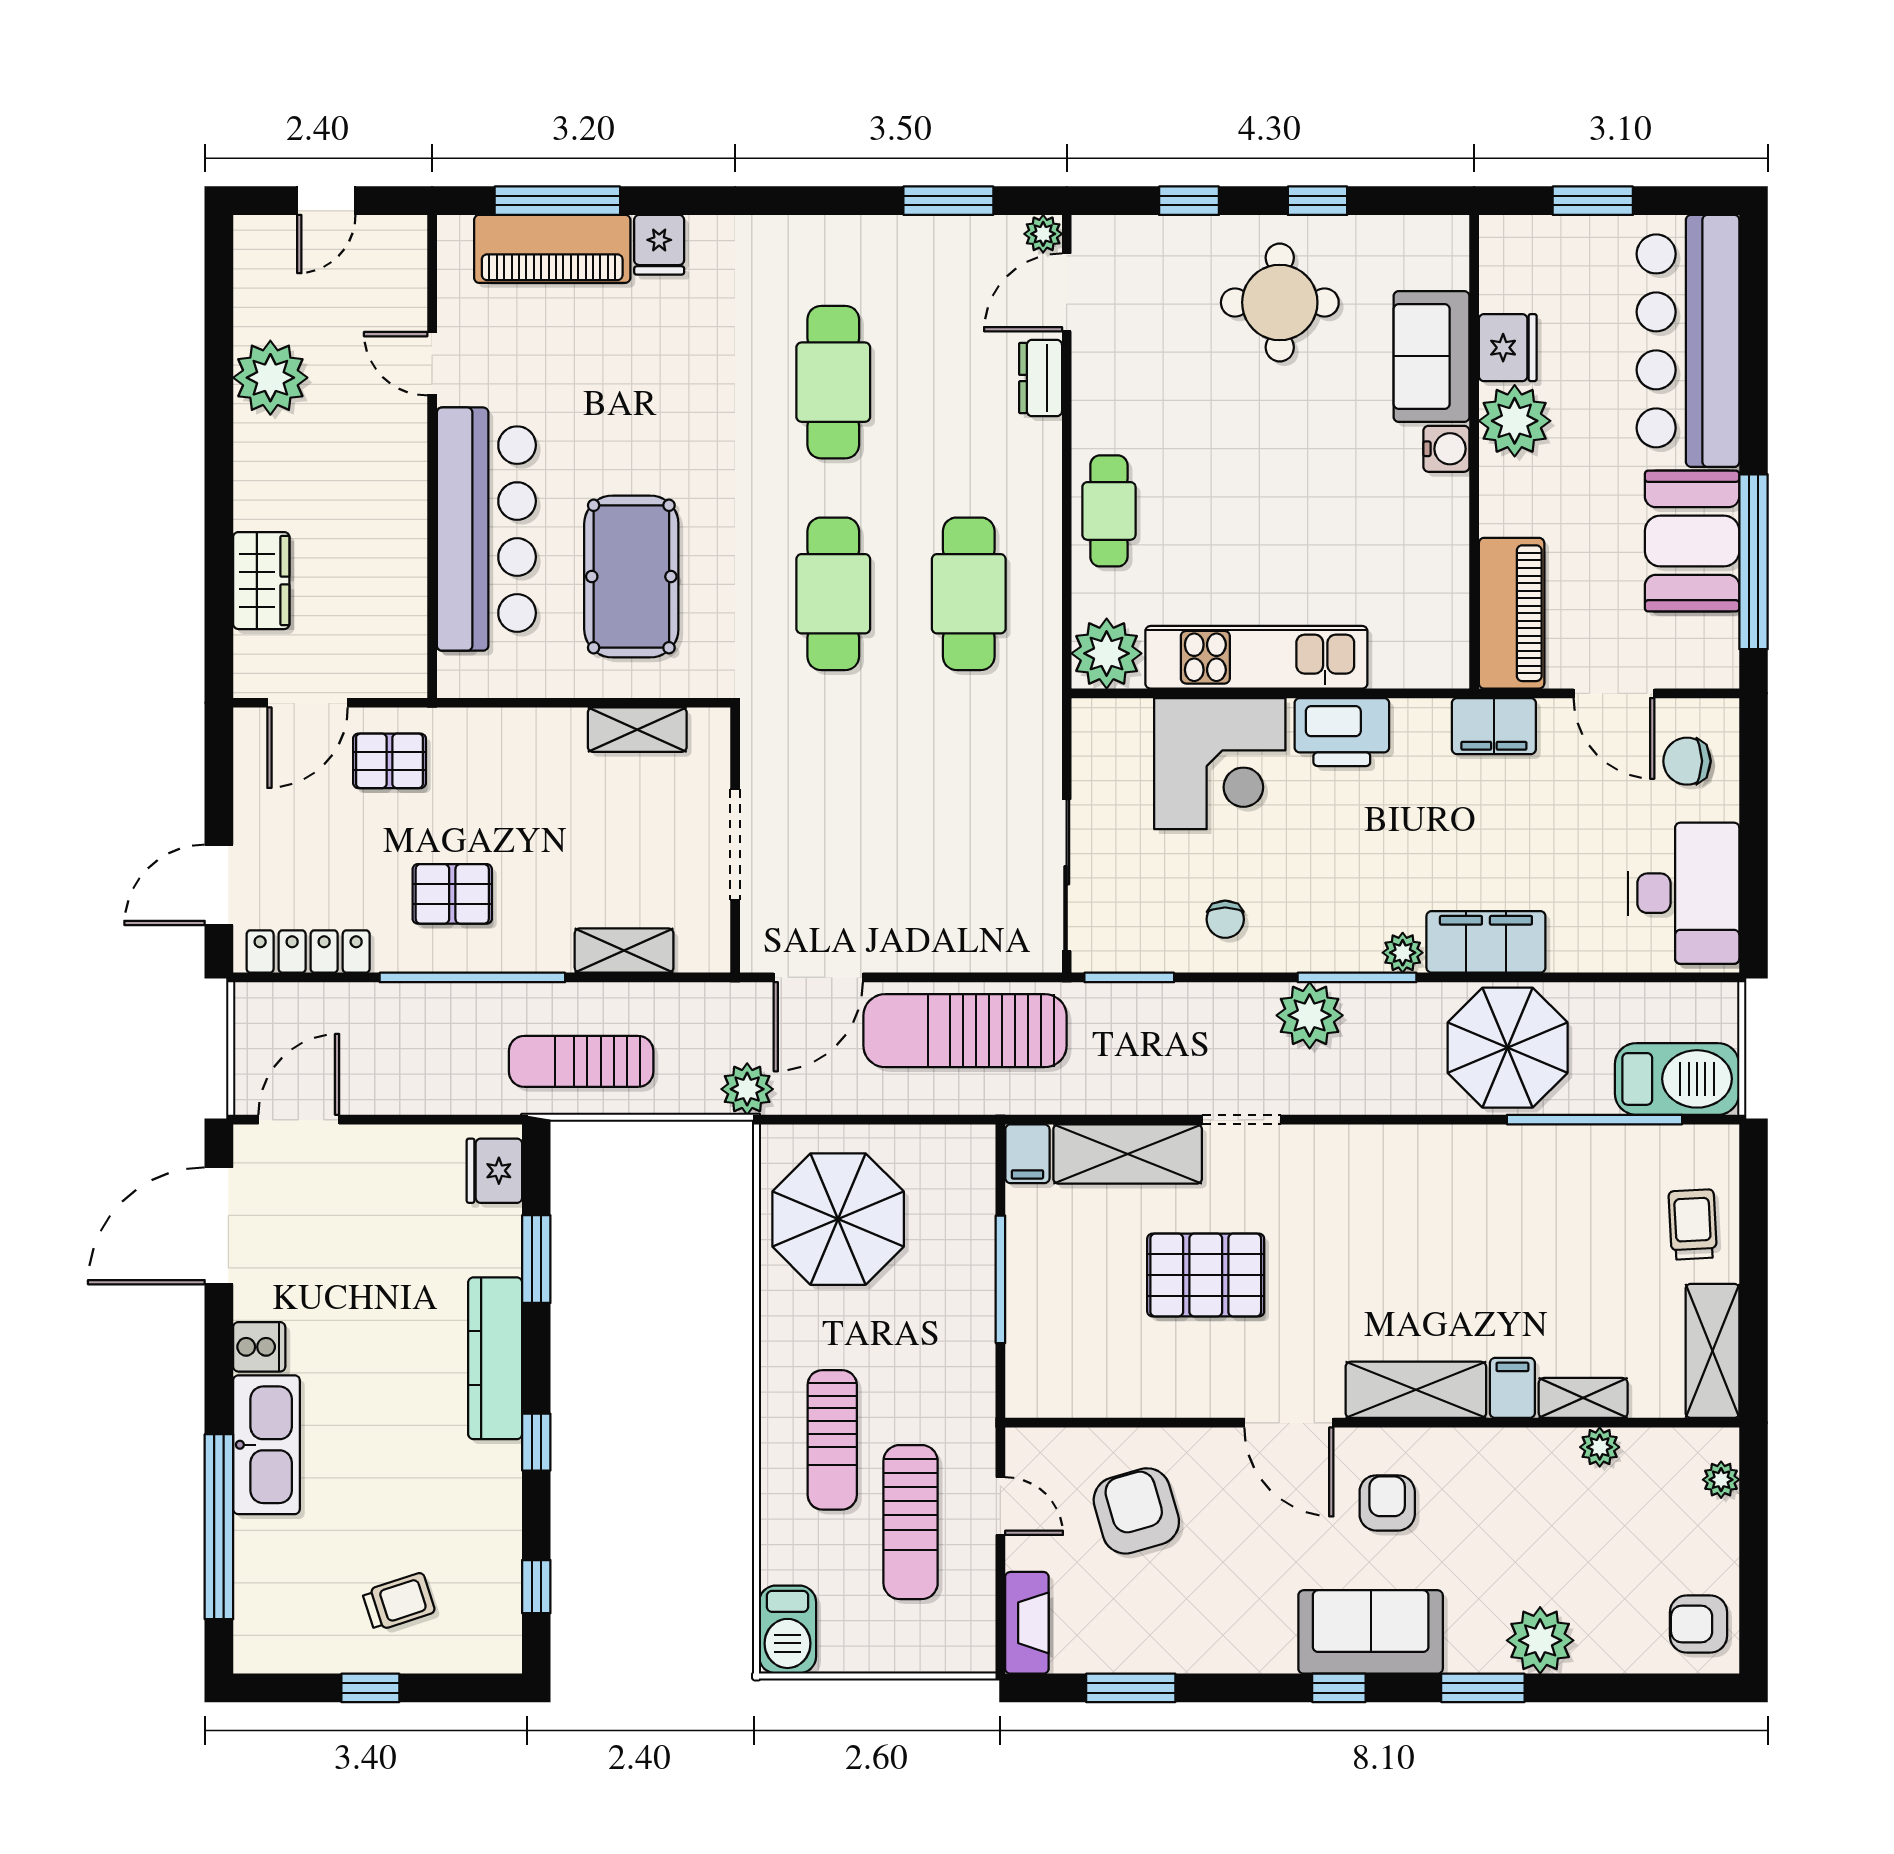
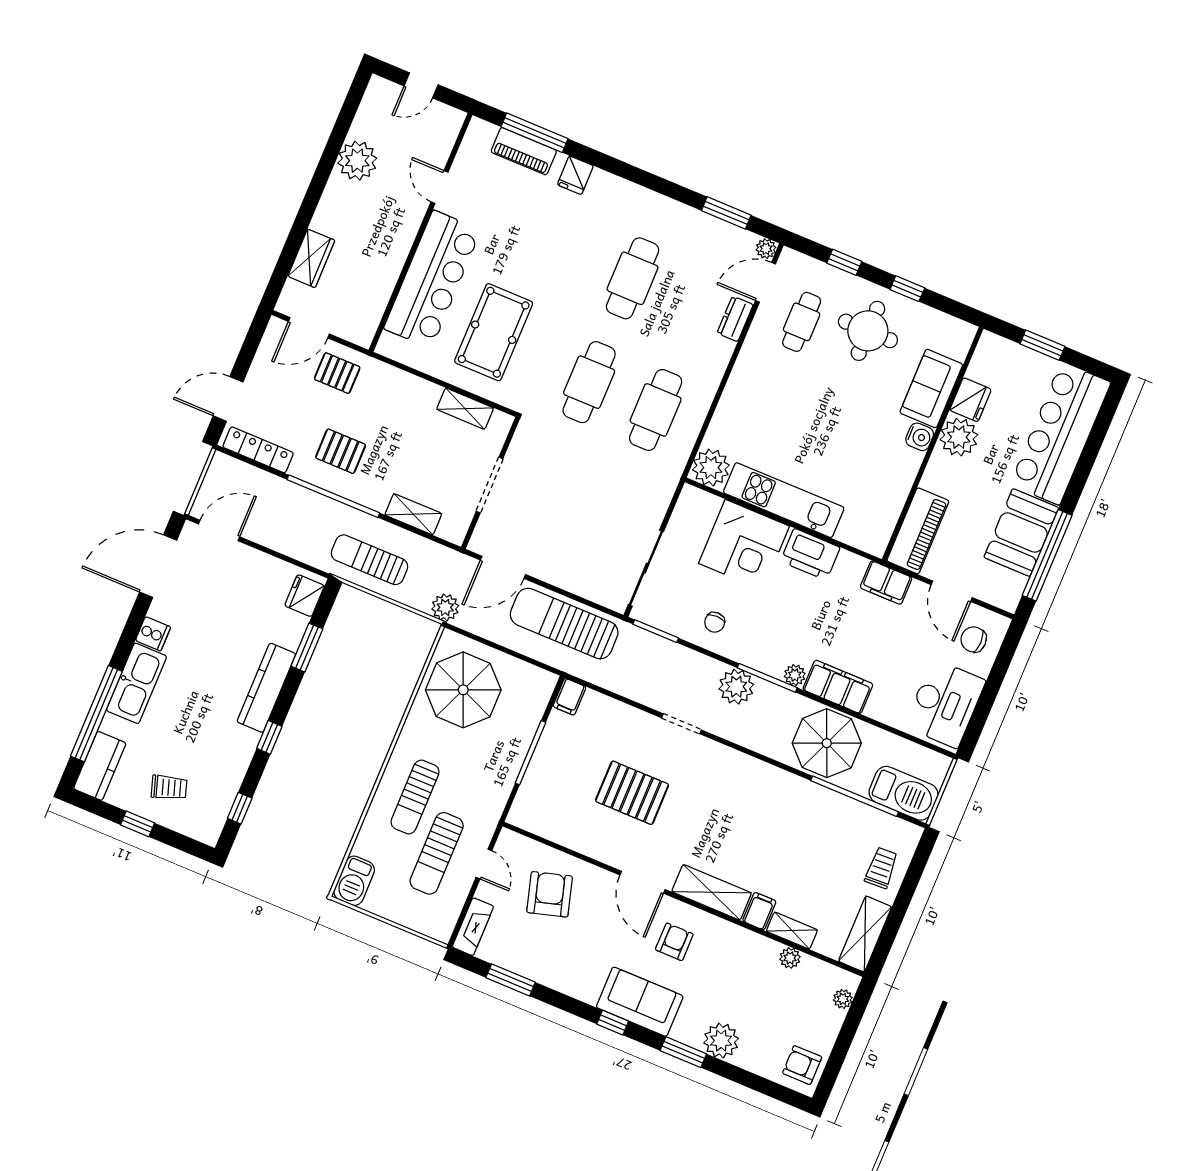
piano: (552, 249) -> (524, 151), width x0.73, depth x0.75
cafe table: (1109, 511) -> (802, 322), moved
shelving: (1128, 1154) -> (619, 717), removed
kitchen counter: (263, 1615) -> (100, 766), added

